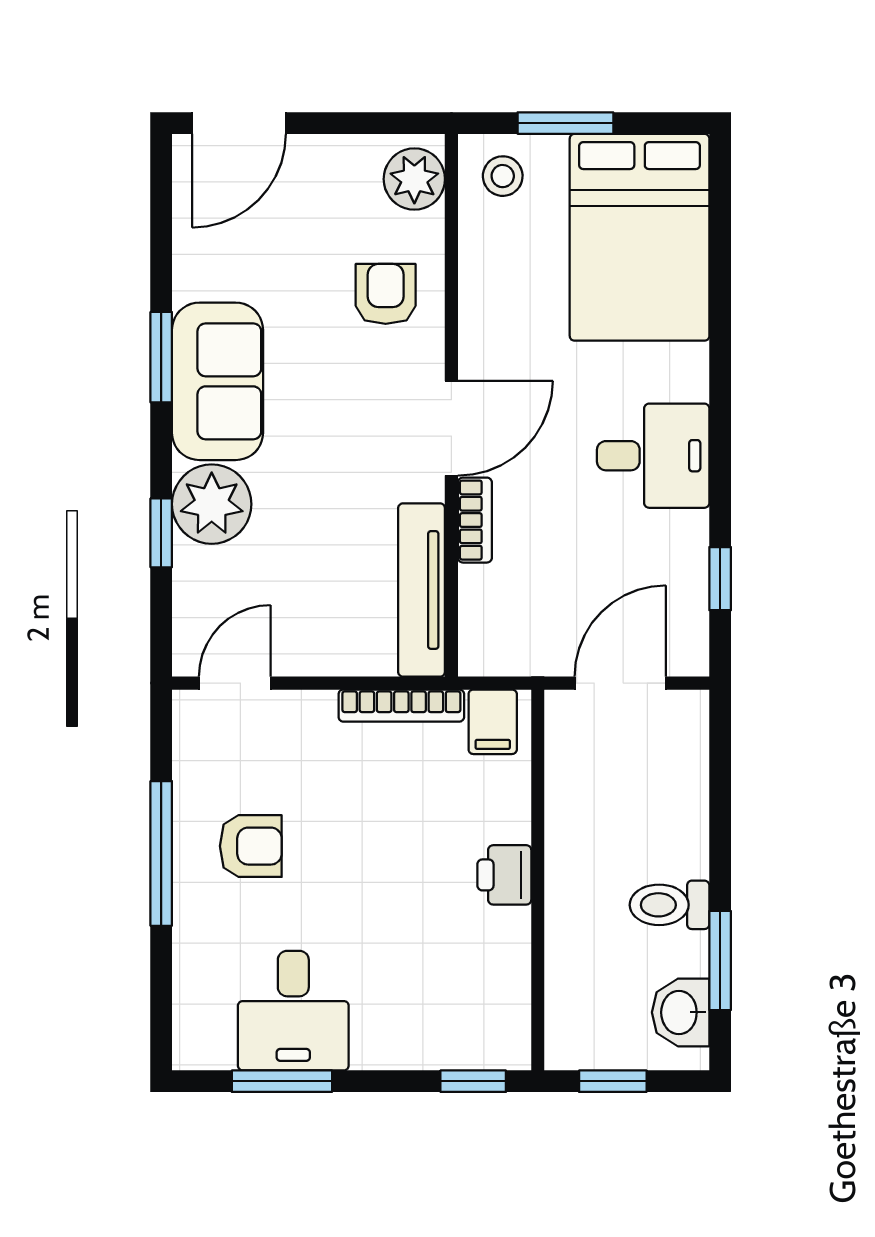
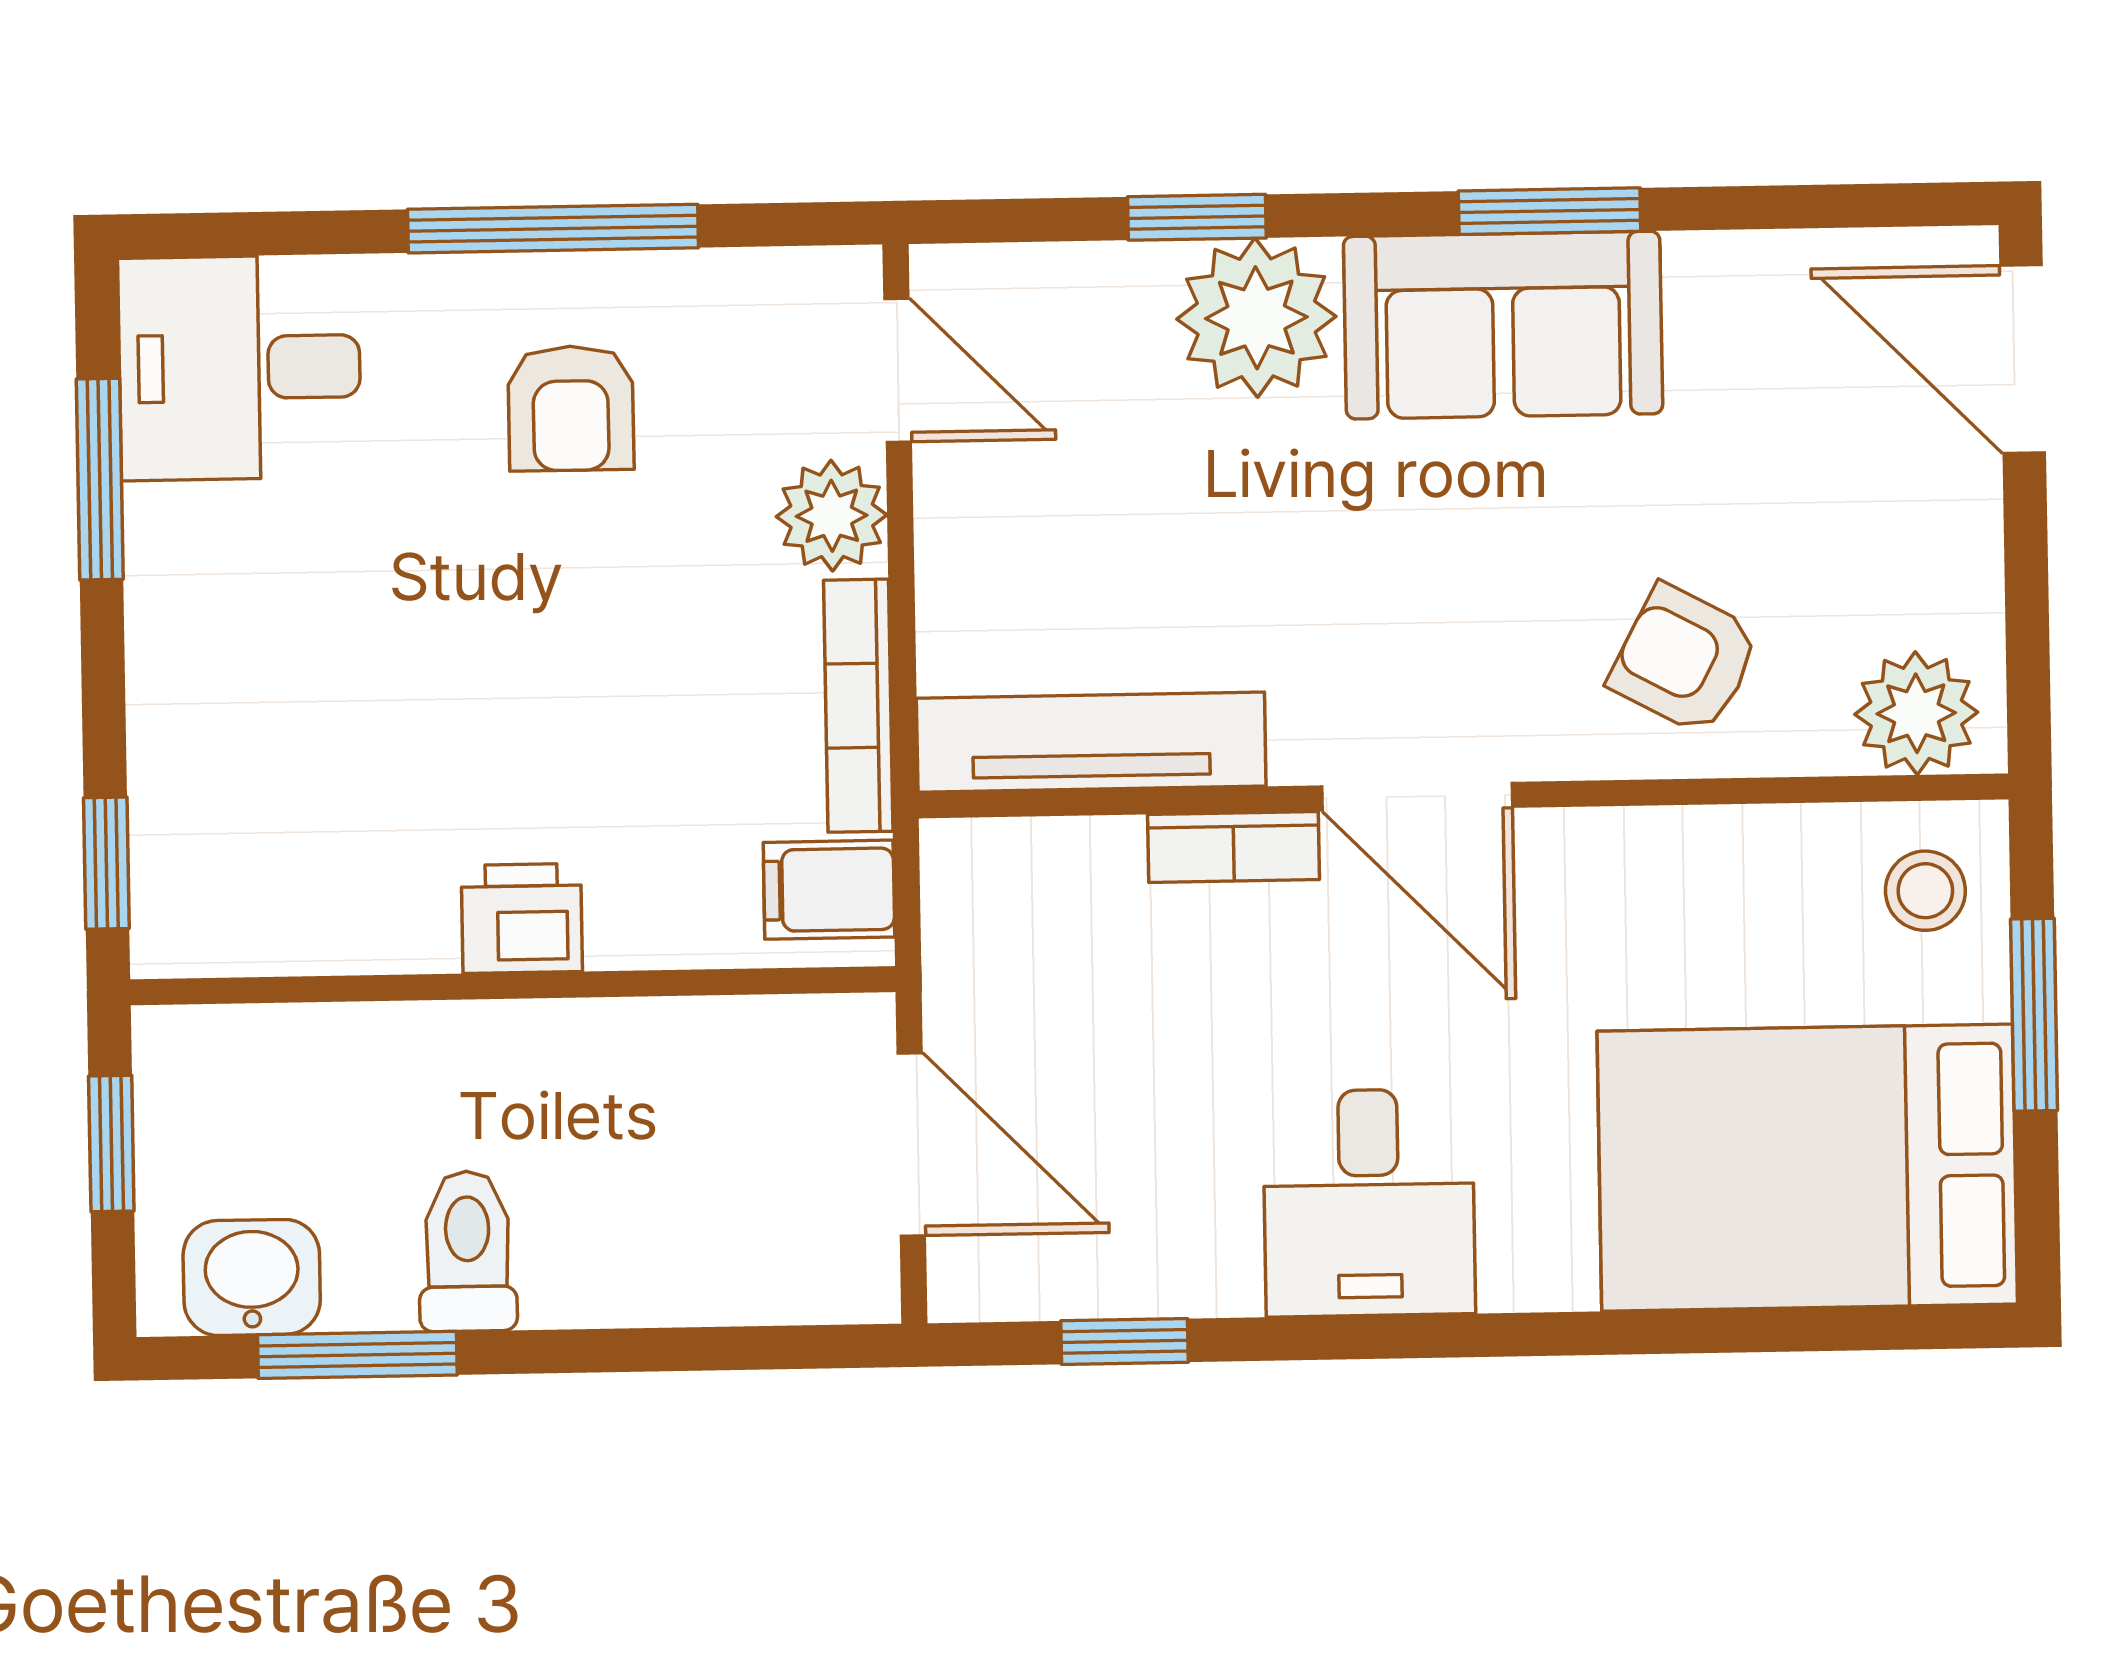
armchair: (386, 294) -> (1685, 660), turned -152
plant: (307, 717) -> (832, 516), added
desk: (293, 1011) -> (240, 368), moved

